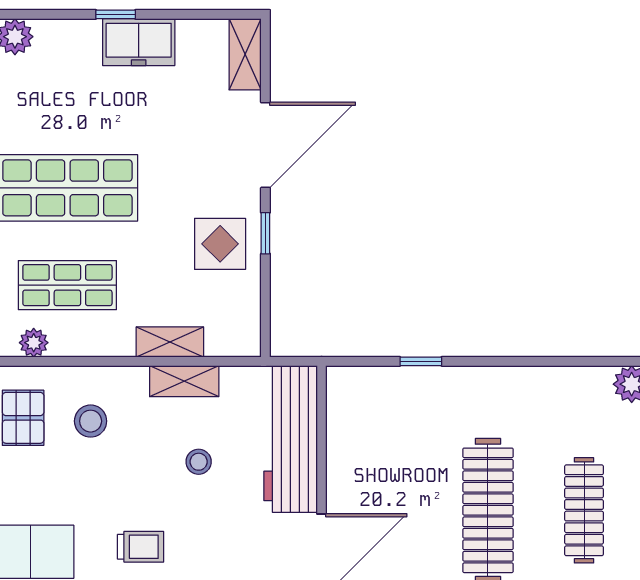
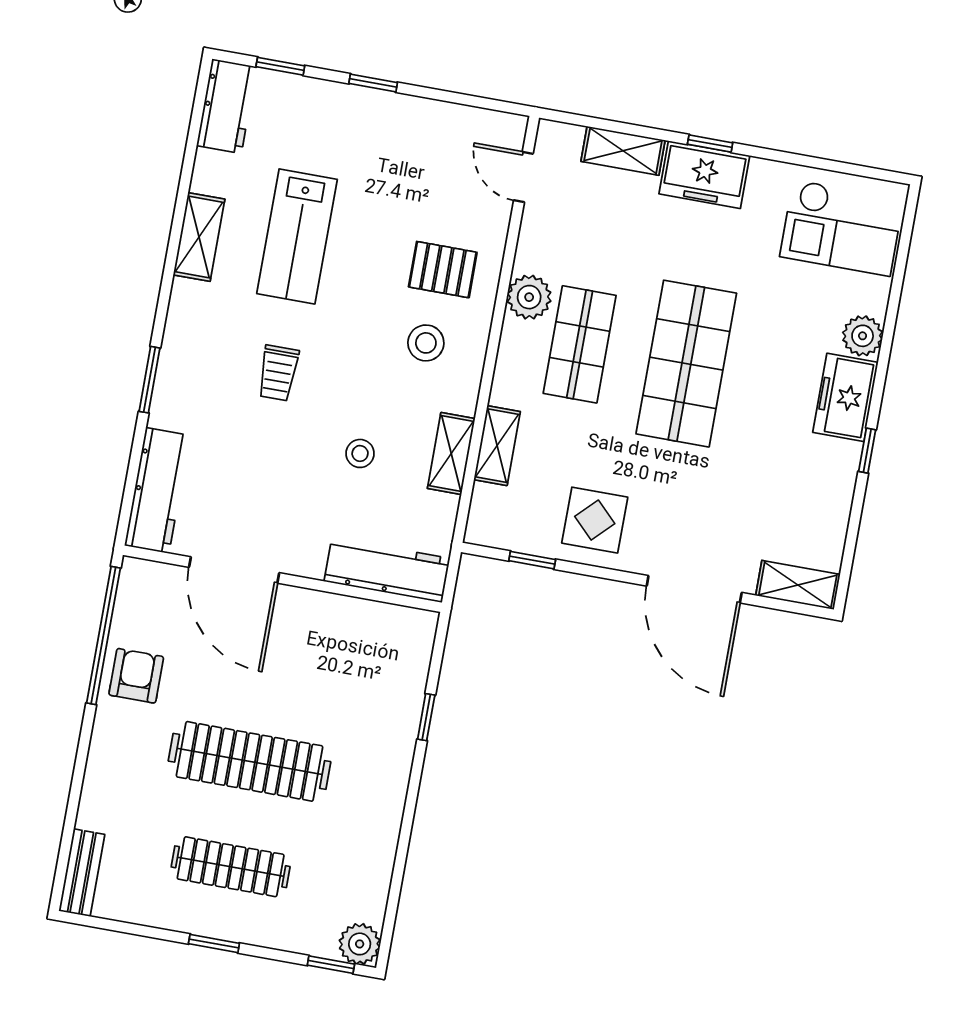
freezer: (139, 42) -> (845, 397), moved
window: (265, 233) -> (532, 560), moved
plant: (34, 343) -> (529, 297), width x1.38, depth x1.38
workbench: (291, 439) -> (387, 570), width x0.73, depth x0.76

